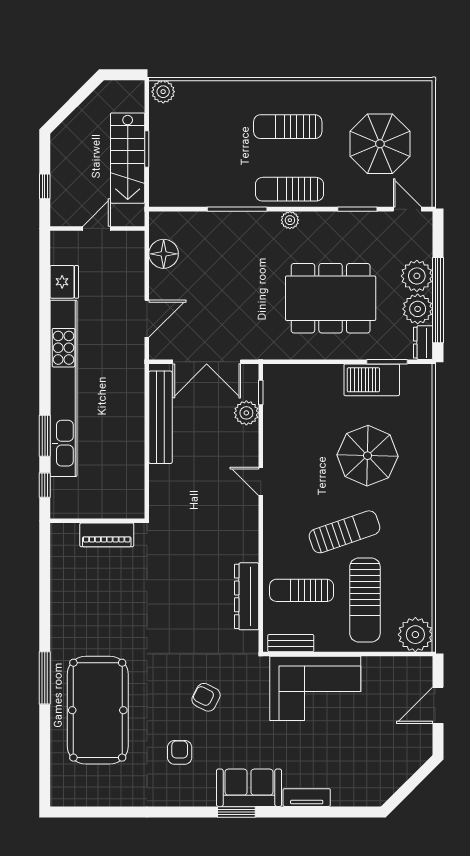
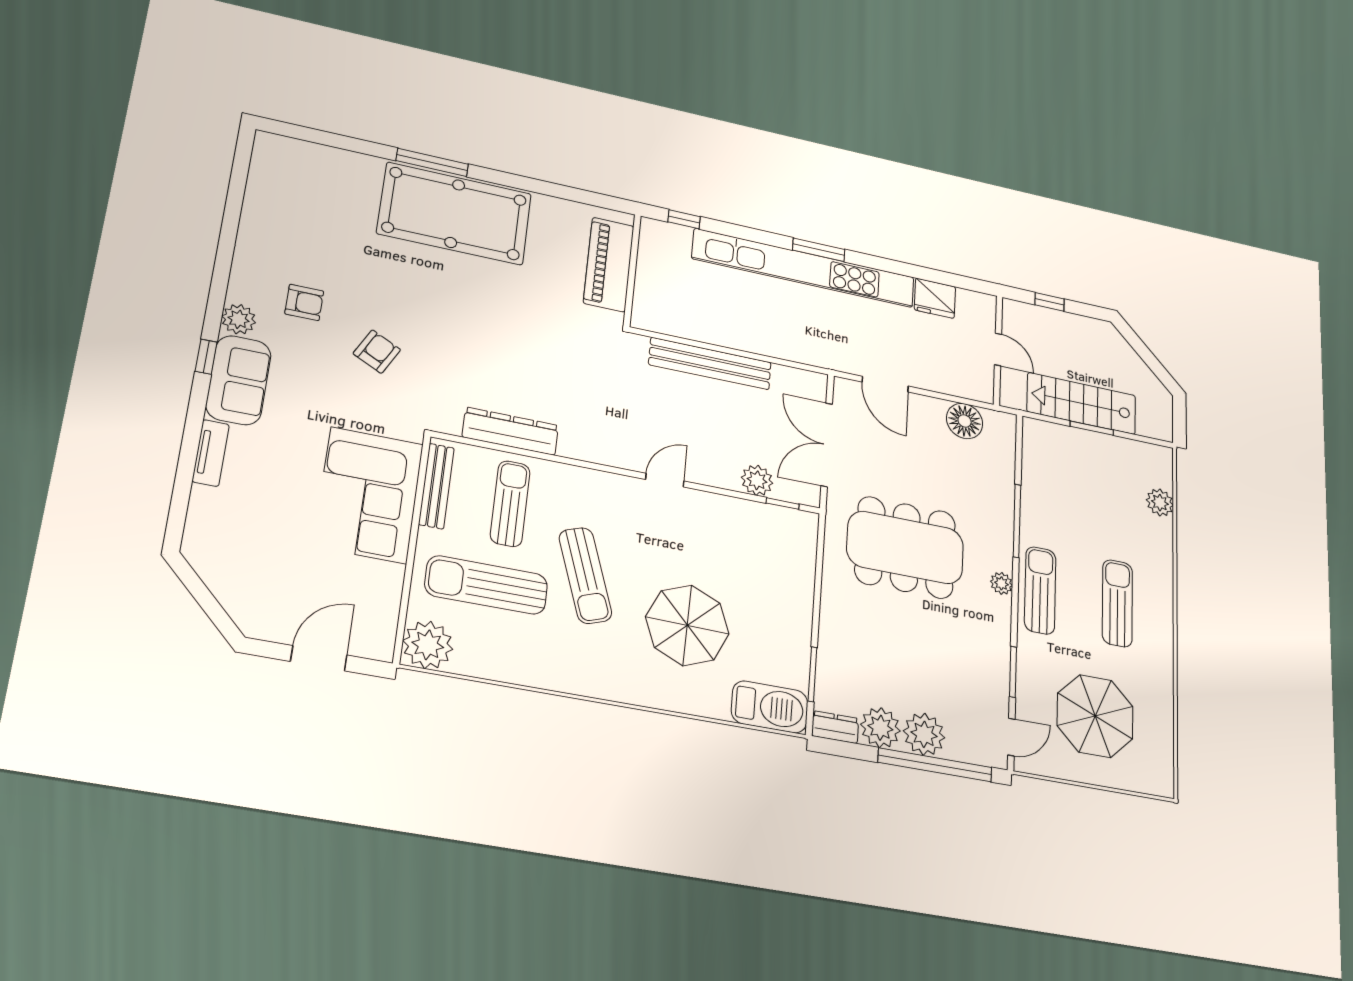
plant: (163, 92) -> (1160, 503), moved
dining table: (331, 298) -> (905, 547), moved, turned 90
window: (438, 300) -> (935, 765), moved
barbecue: (372, 380) -> (770, 707), moved, turned 90
bench: (160, 417) -> (710, 364), moved
window: (45, 436) -> (819, 250), moved
piano: (107, 535) -> (609, 264), width x1.37, depth x1.33
bench: (291, 643) -> (436, 486), width x1.36
door: (438, 705) -> (319, 658), hinge flipped
pool table: (98, 710) -> (455, 214), moved
plant: (203, 795) -> (239, 319), added
window: (236, 812) -> (206, 357), width x0.67

